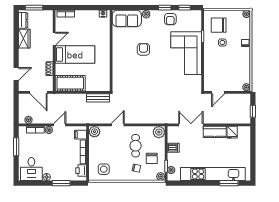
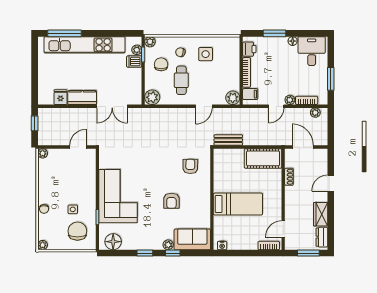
window: (185, 8) -> (173, 253), moved
floor lamp: (190, 17) -> (113, 242), added
armchair: (170, 19) -> (190, 166), moved
chair: (219, 25) -> (77, 231), turned -90
door: (54, 39) -> (283, 229), moved
bed: (75, 55) -> (238, 204), moved, turned 180
door: (16, 74) -> (331, 183), moved
dishwasher: (173, 148) -> (134, 62), moved
side table: (104, 169) -> (206, 54), moved
window: (229, 183) -> (65, 33), width x1.44

